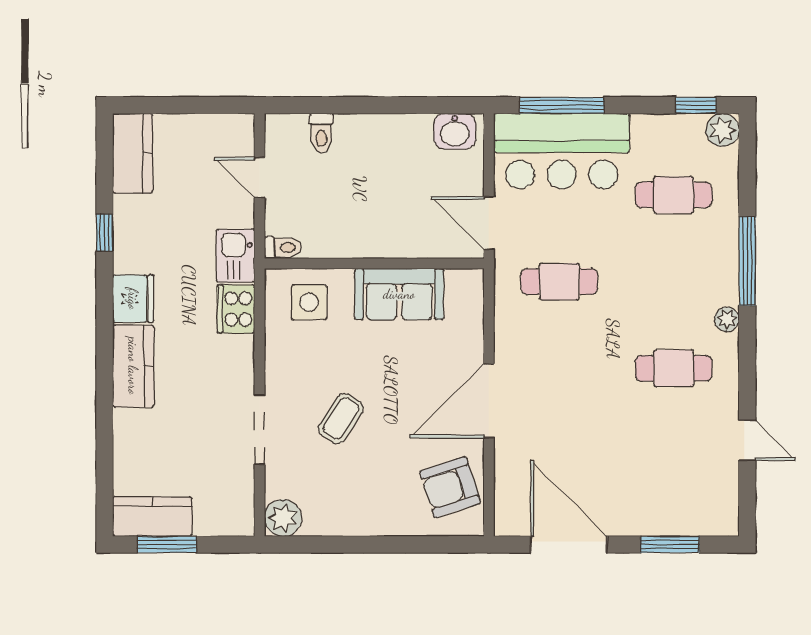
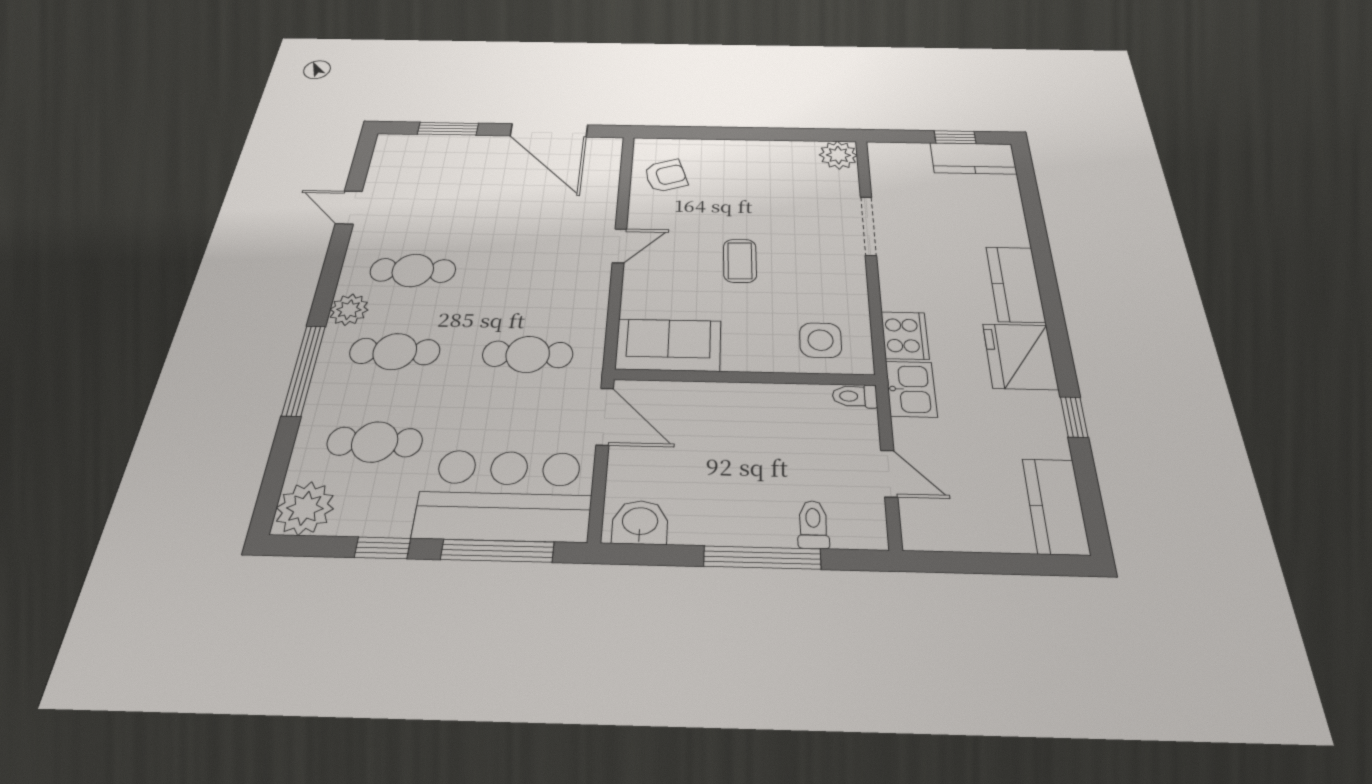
window: (361, 105) -> (762, 558), added
window: (696, 105) -> (383, 548), moved
plant: (723, 130) -> (305, 508), width x1.36, depth x1.36
cafe table: (674, 282) -> (395, 351), added
sofa: (399, 294) -> (668, 345), moved
fridge: (133, 299) -> (1020, 356), width x1.36, depth x1.34
plant: (727, 319) -> (349, 310), width x1.38, depth x1.38
door: (489, 401) -> (619, 246), width x0.53
coffee table: (341, 419) -> (740, 261), moved, turned -34
armchair: (450, 487) -> (666, 176), width x0.72, depth x0.72
window: (167, 545) -> (955, 137), width x0.67

